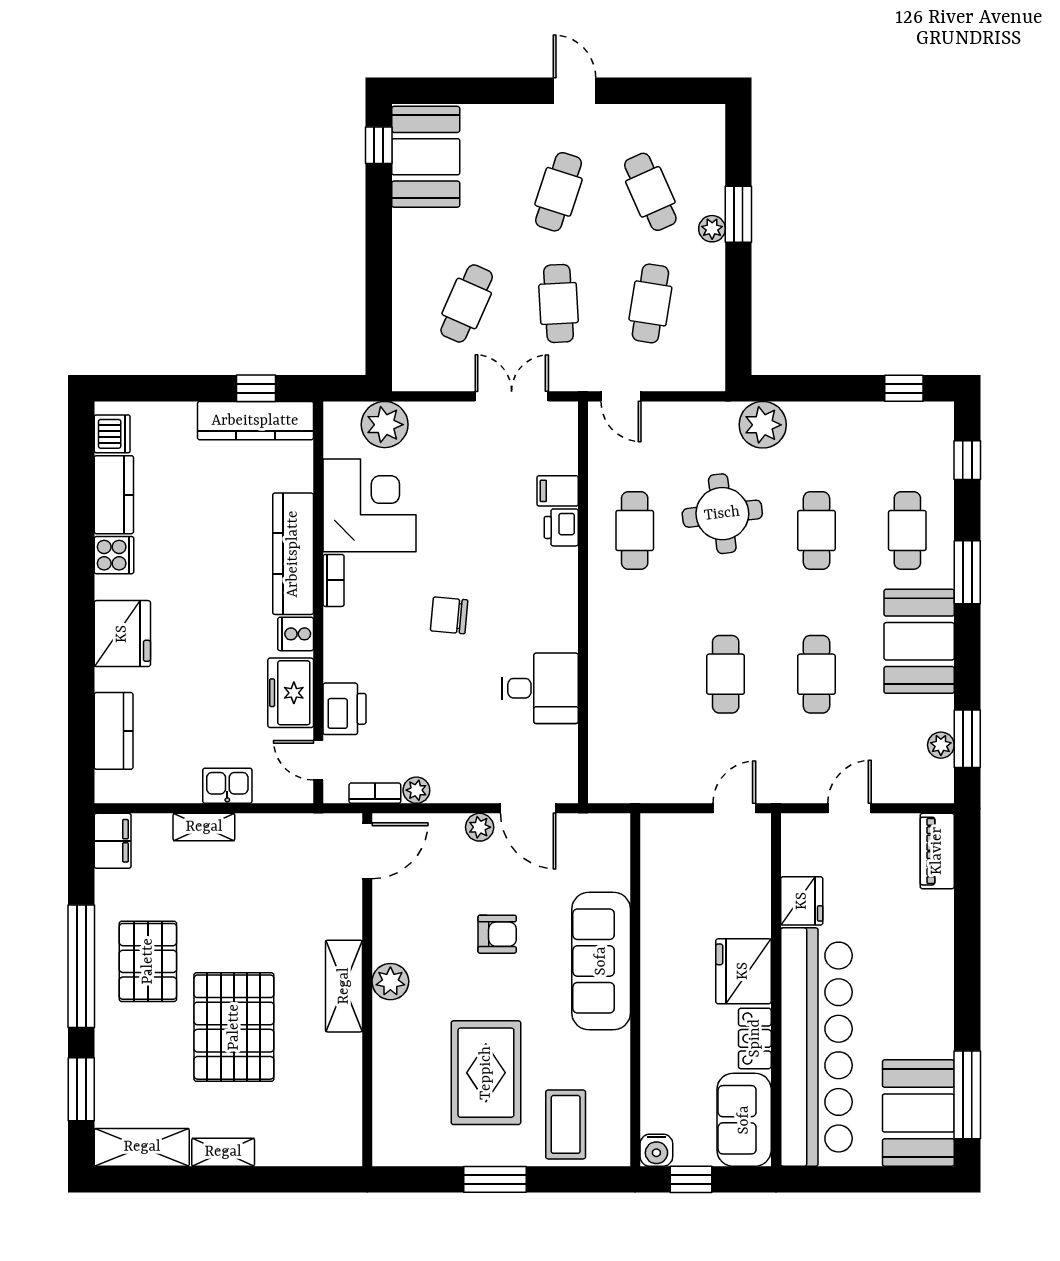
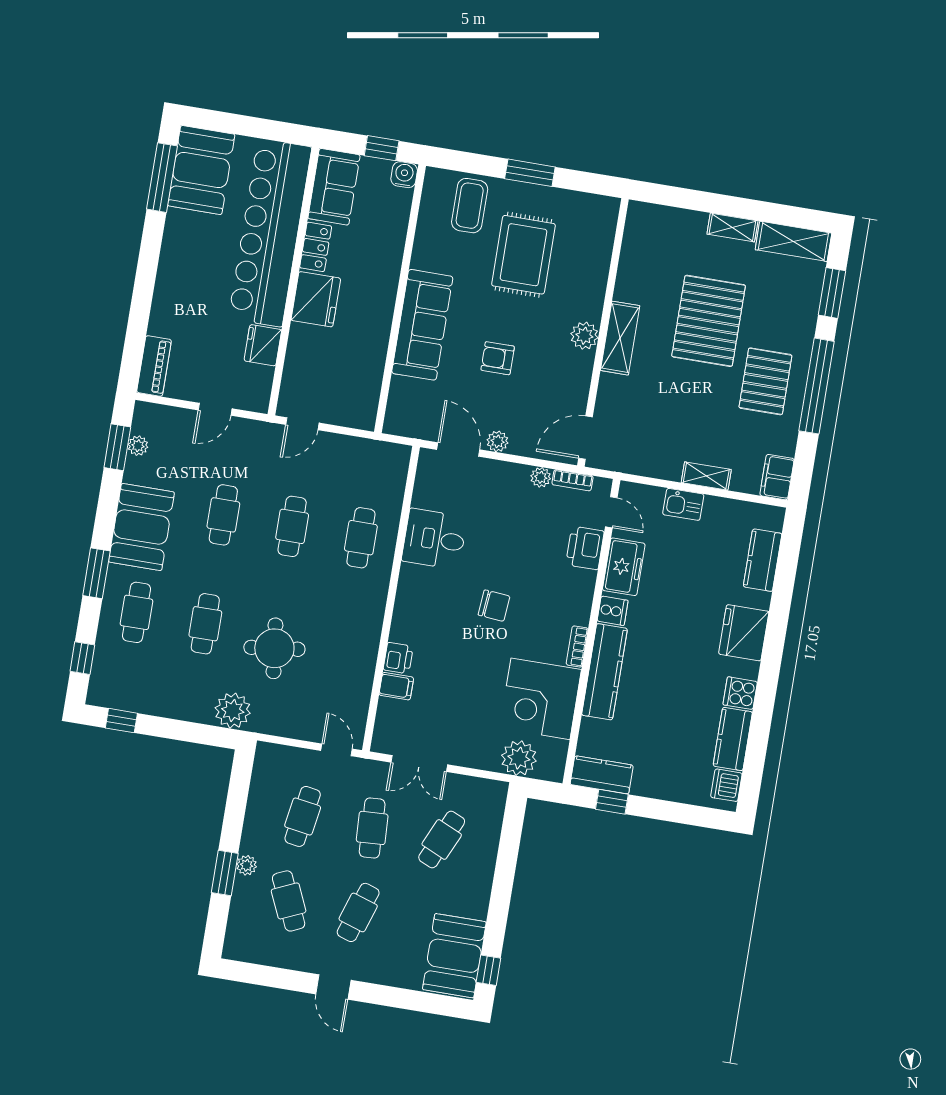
kitchen counter: (255, 421) -> (602, 775), width x0.67
cafe table: (635, 531) -> (361, 538), moved

